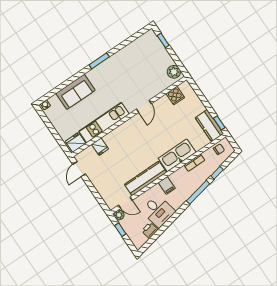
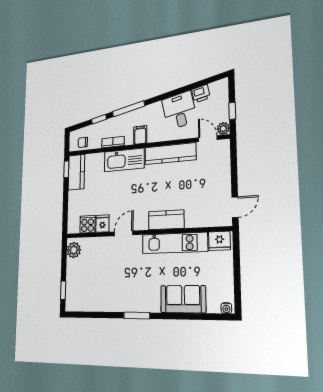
kitchen counter: (119, 134) -> (166, 220), added
fridge: (100, 147) -> (102, 224), moved
filing cabinet: (167, 185) -> (140, 135), moved

